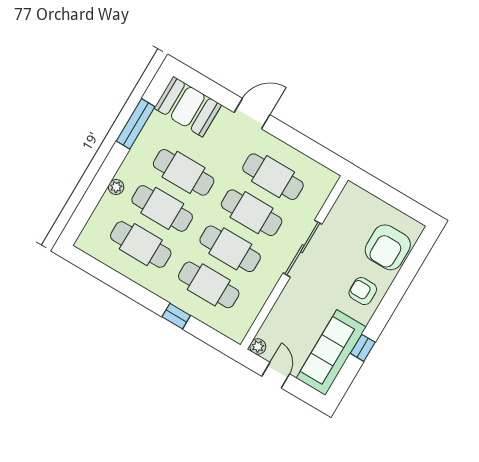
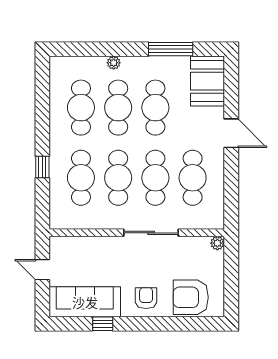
plant: (258, 347) -> (217, 243), moved
door: (276, 375) -> (42, 270), swing flipped

